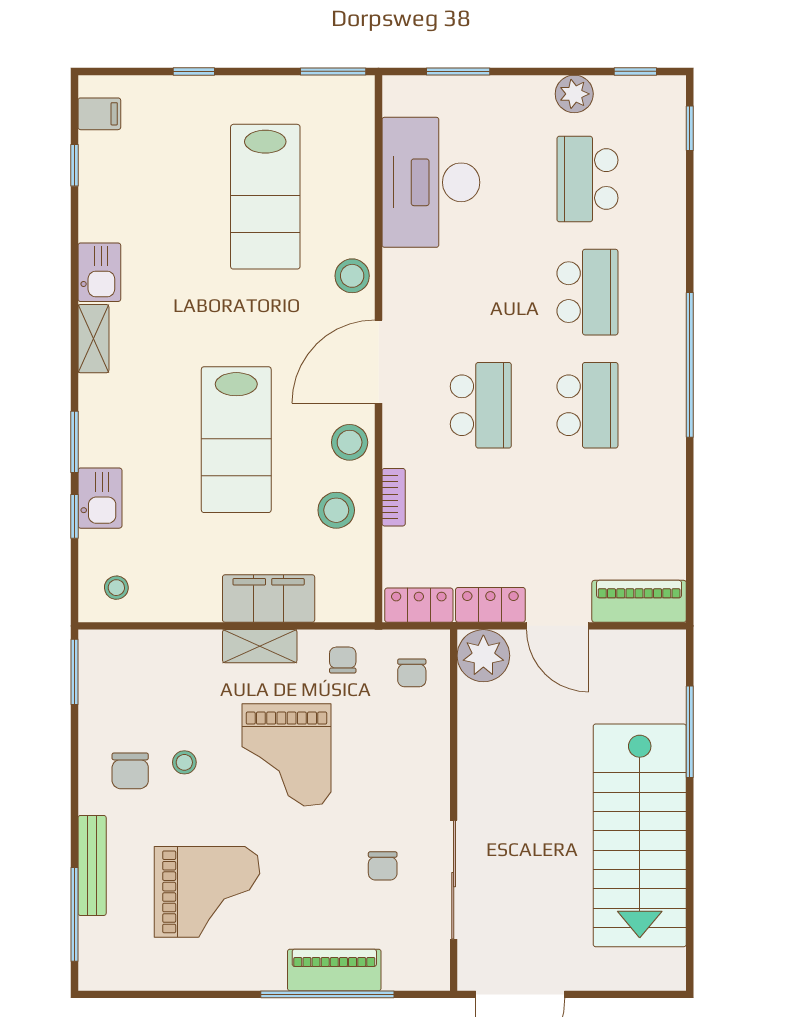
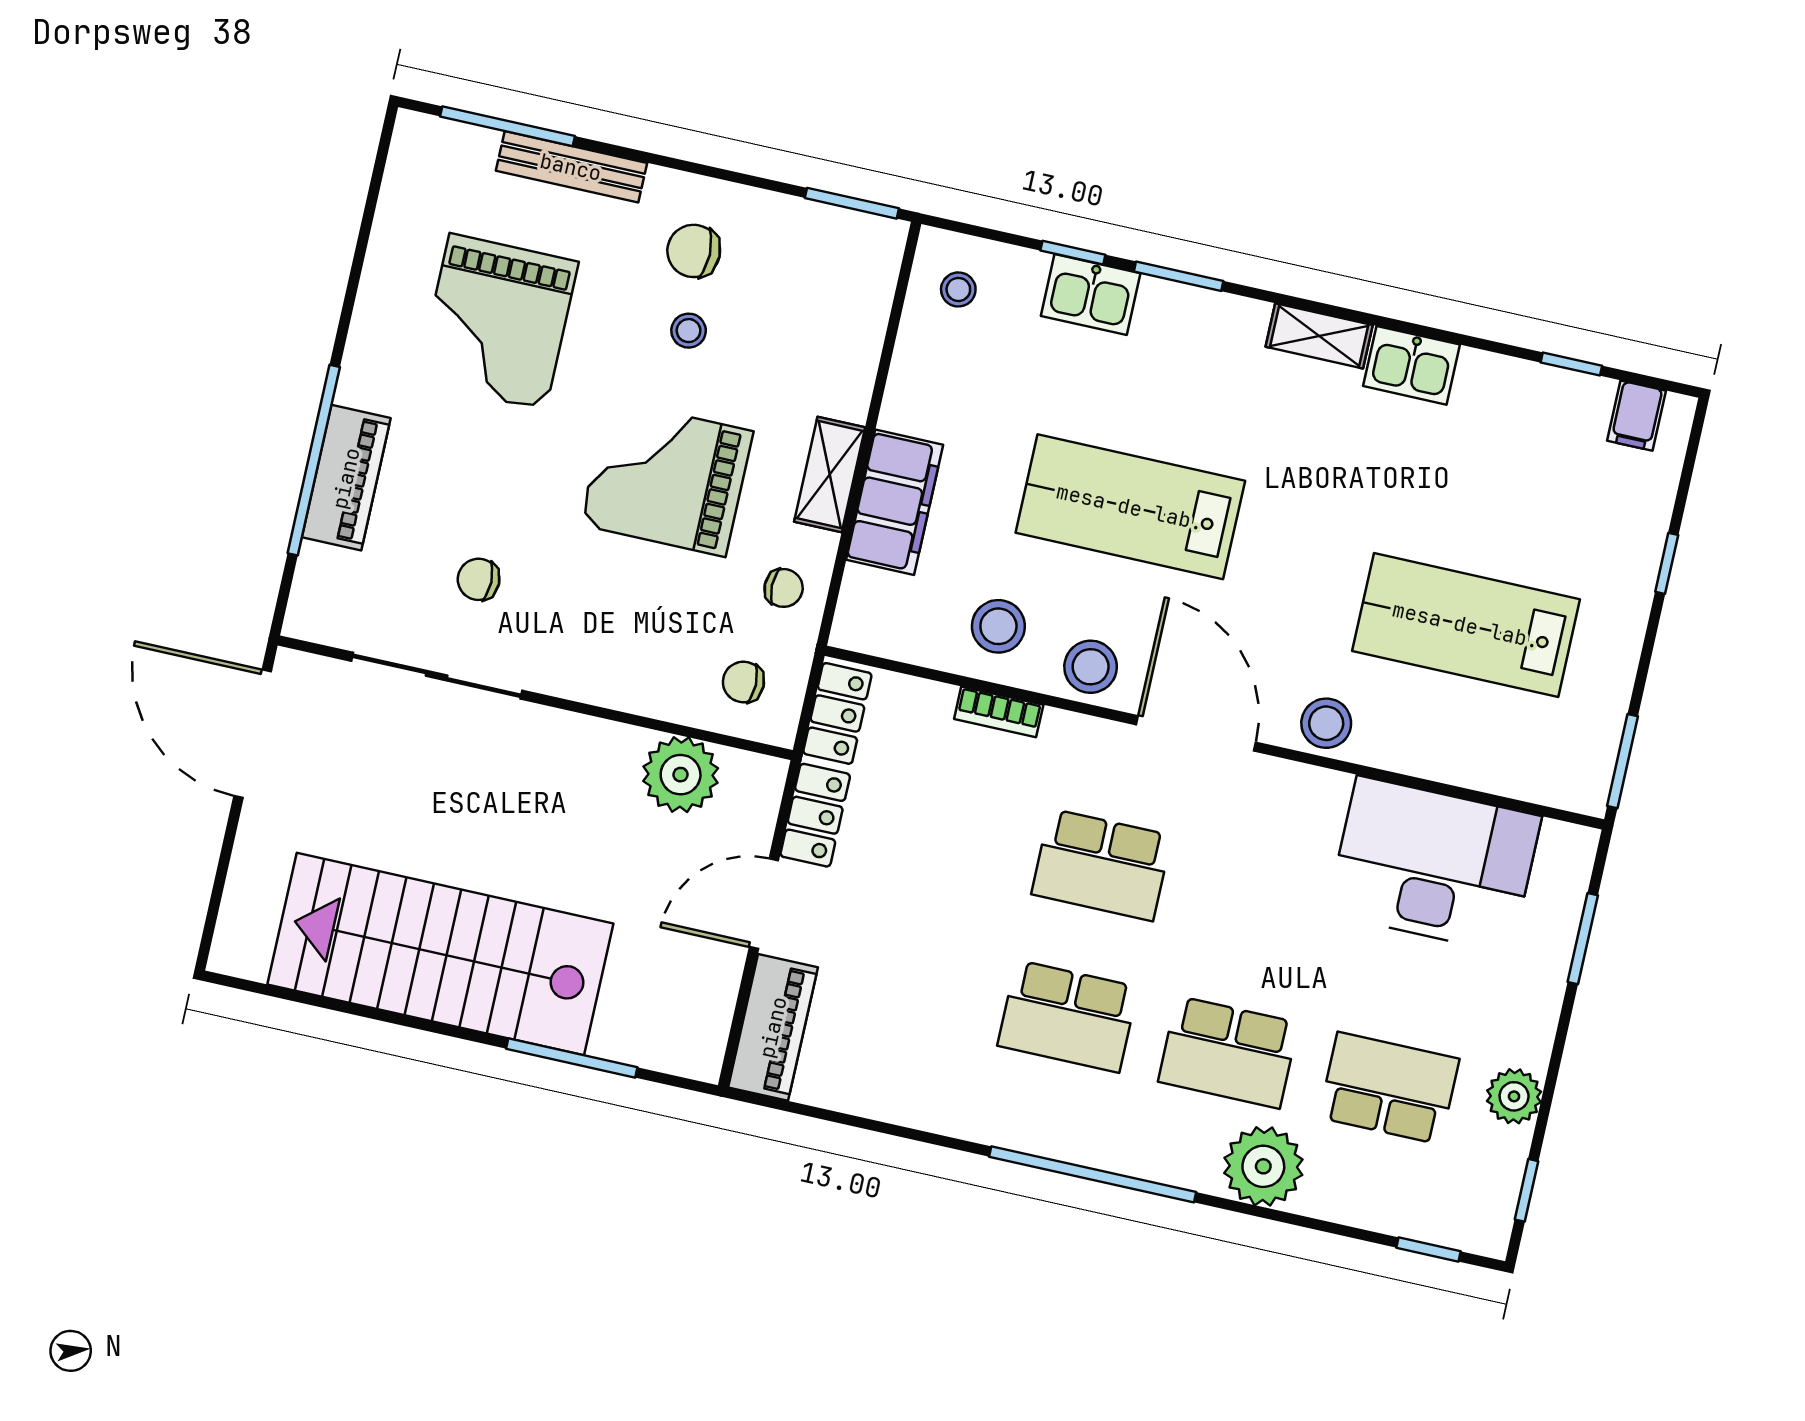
plant: (659, 252) -> (1263, 1166), added
plant: (483, 656) -> (681, 775), moved

